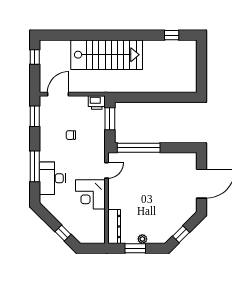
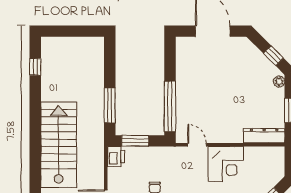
window: (140, 97) -> (110, 105), added
plant: (142, 239) -> (279, 81), moved

